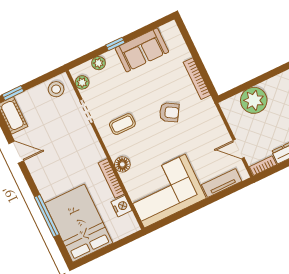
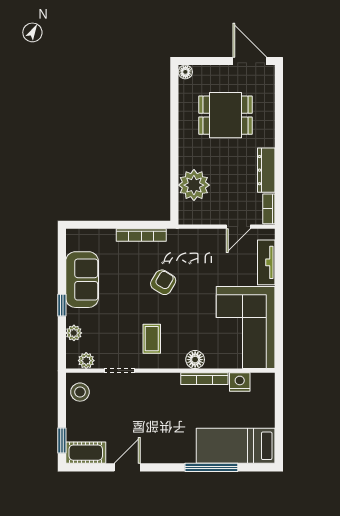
bed: (79, 223) -> (236, 446), width x0.67

